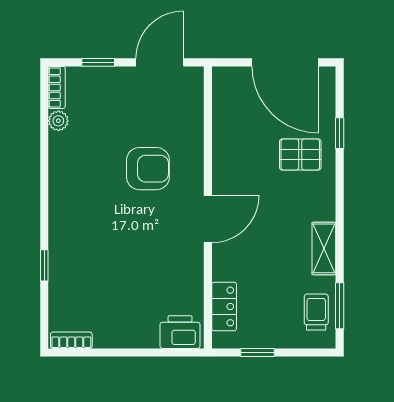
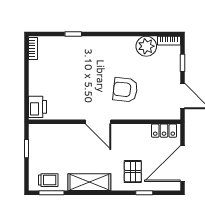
plant: (58, 121) -> (146, 46), width x1.88, depth x1.88
armchair: (148, 169) -> (125, 90), turned 96
shelving: (324, 248) -> (89, 182), width x1.50, depth x1.33
locker: (224, 306) -> (164, 131), moved

